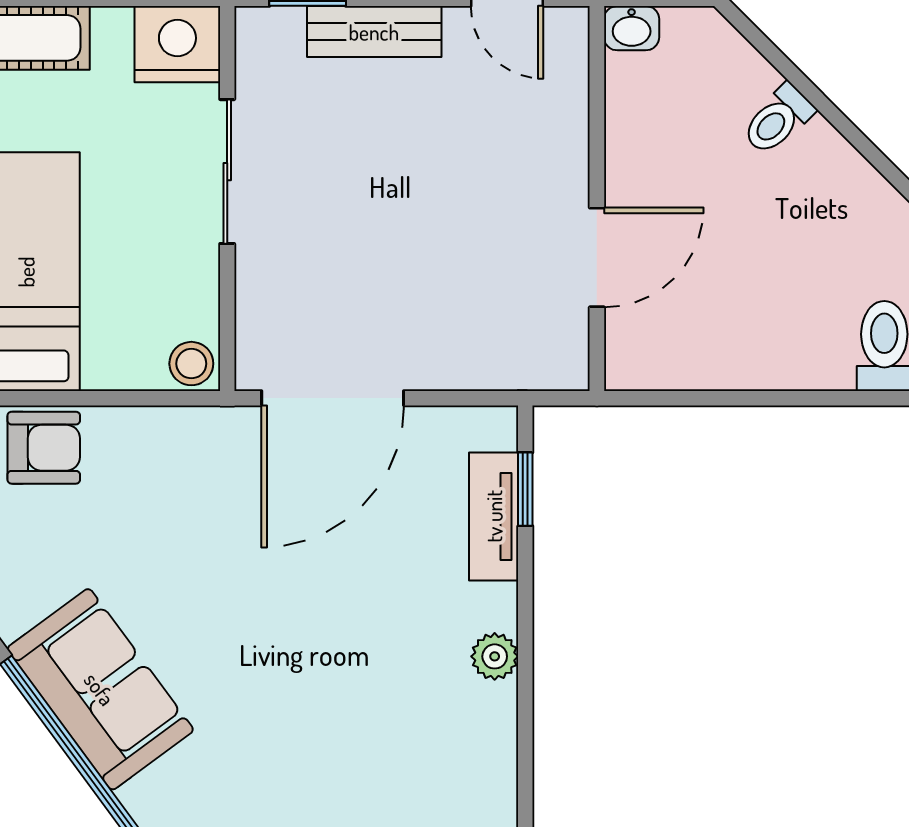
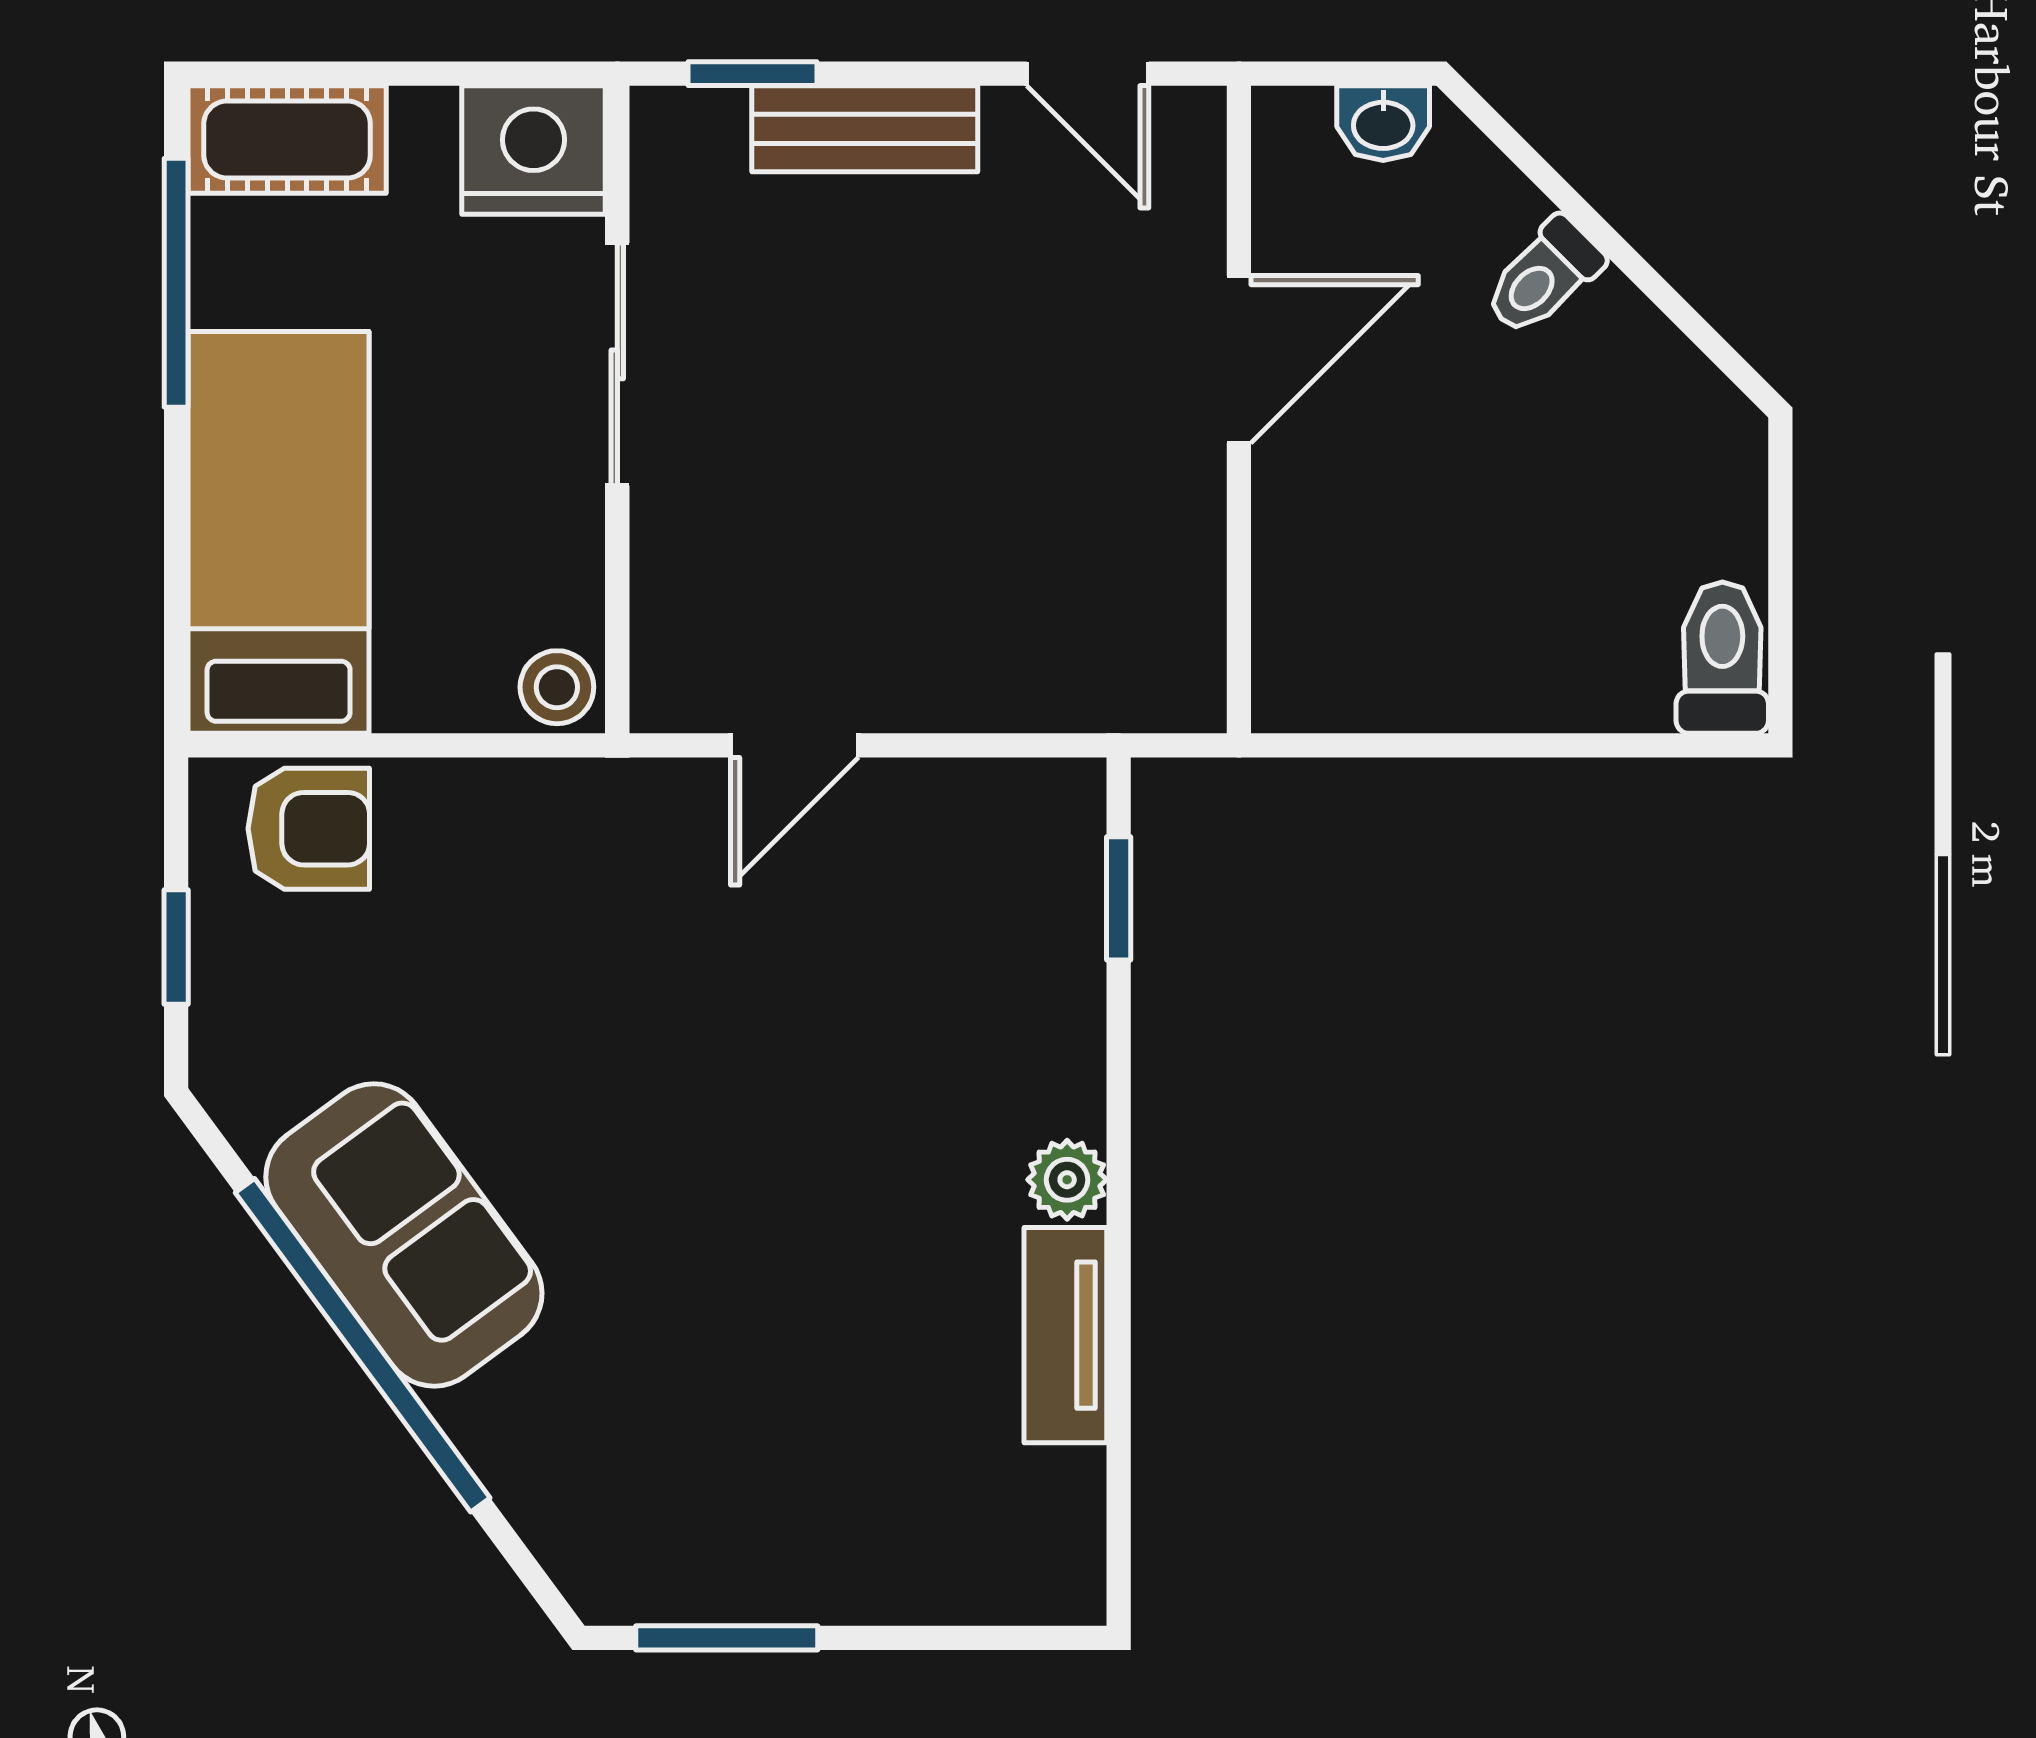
washbasin: (632, 28) -> (1383, 123), moved
door: (597, 257) -> (1239, 359), moved
door: (333, 398) -> (795, 745), width x0.53
tv unit: (494, 516) -> (1065, 1335), moved

